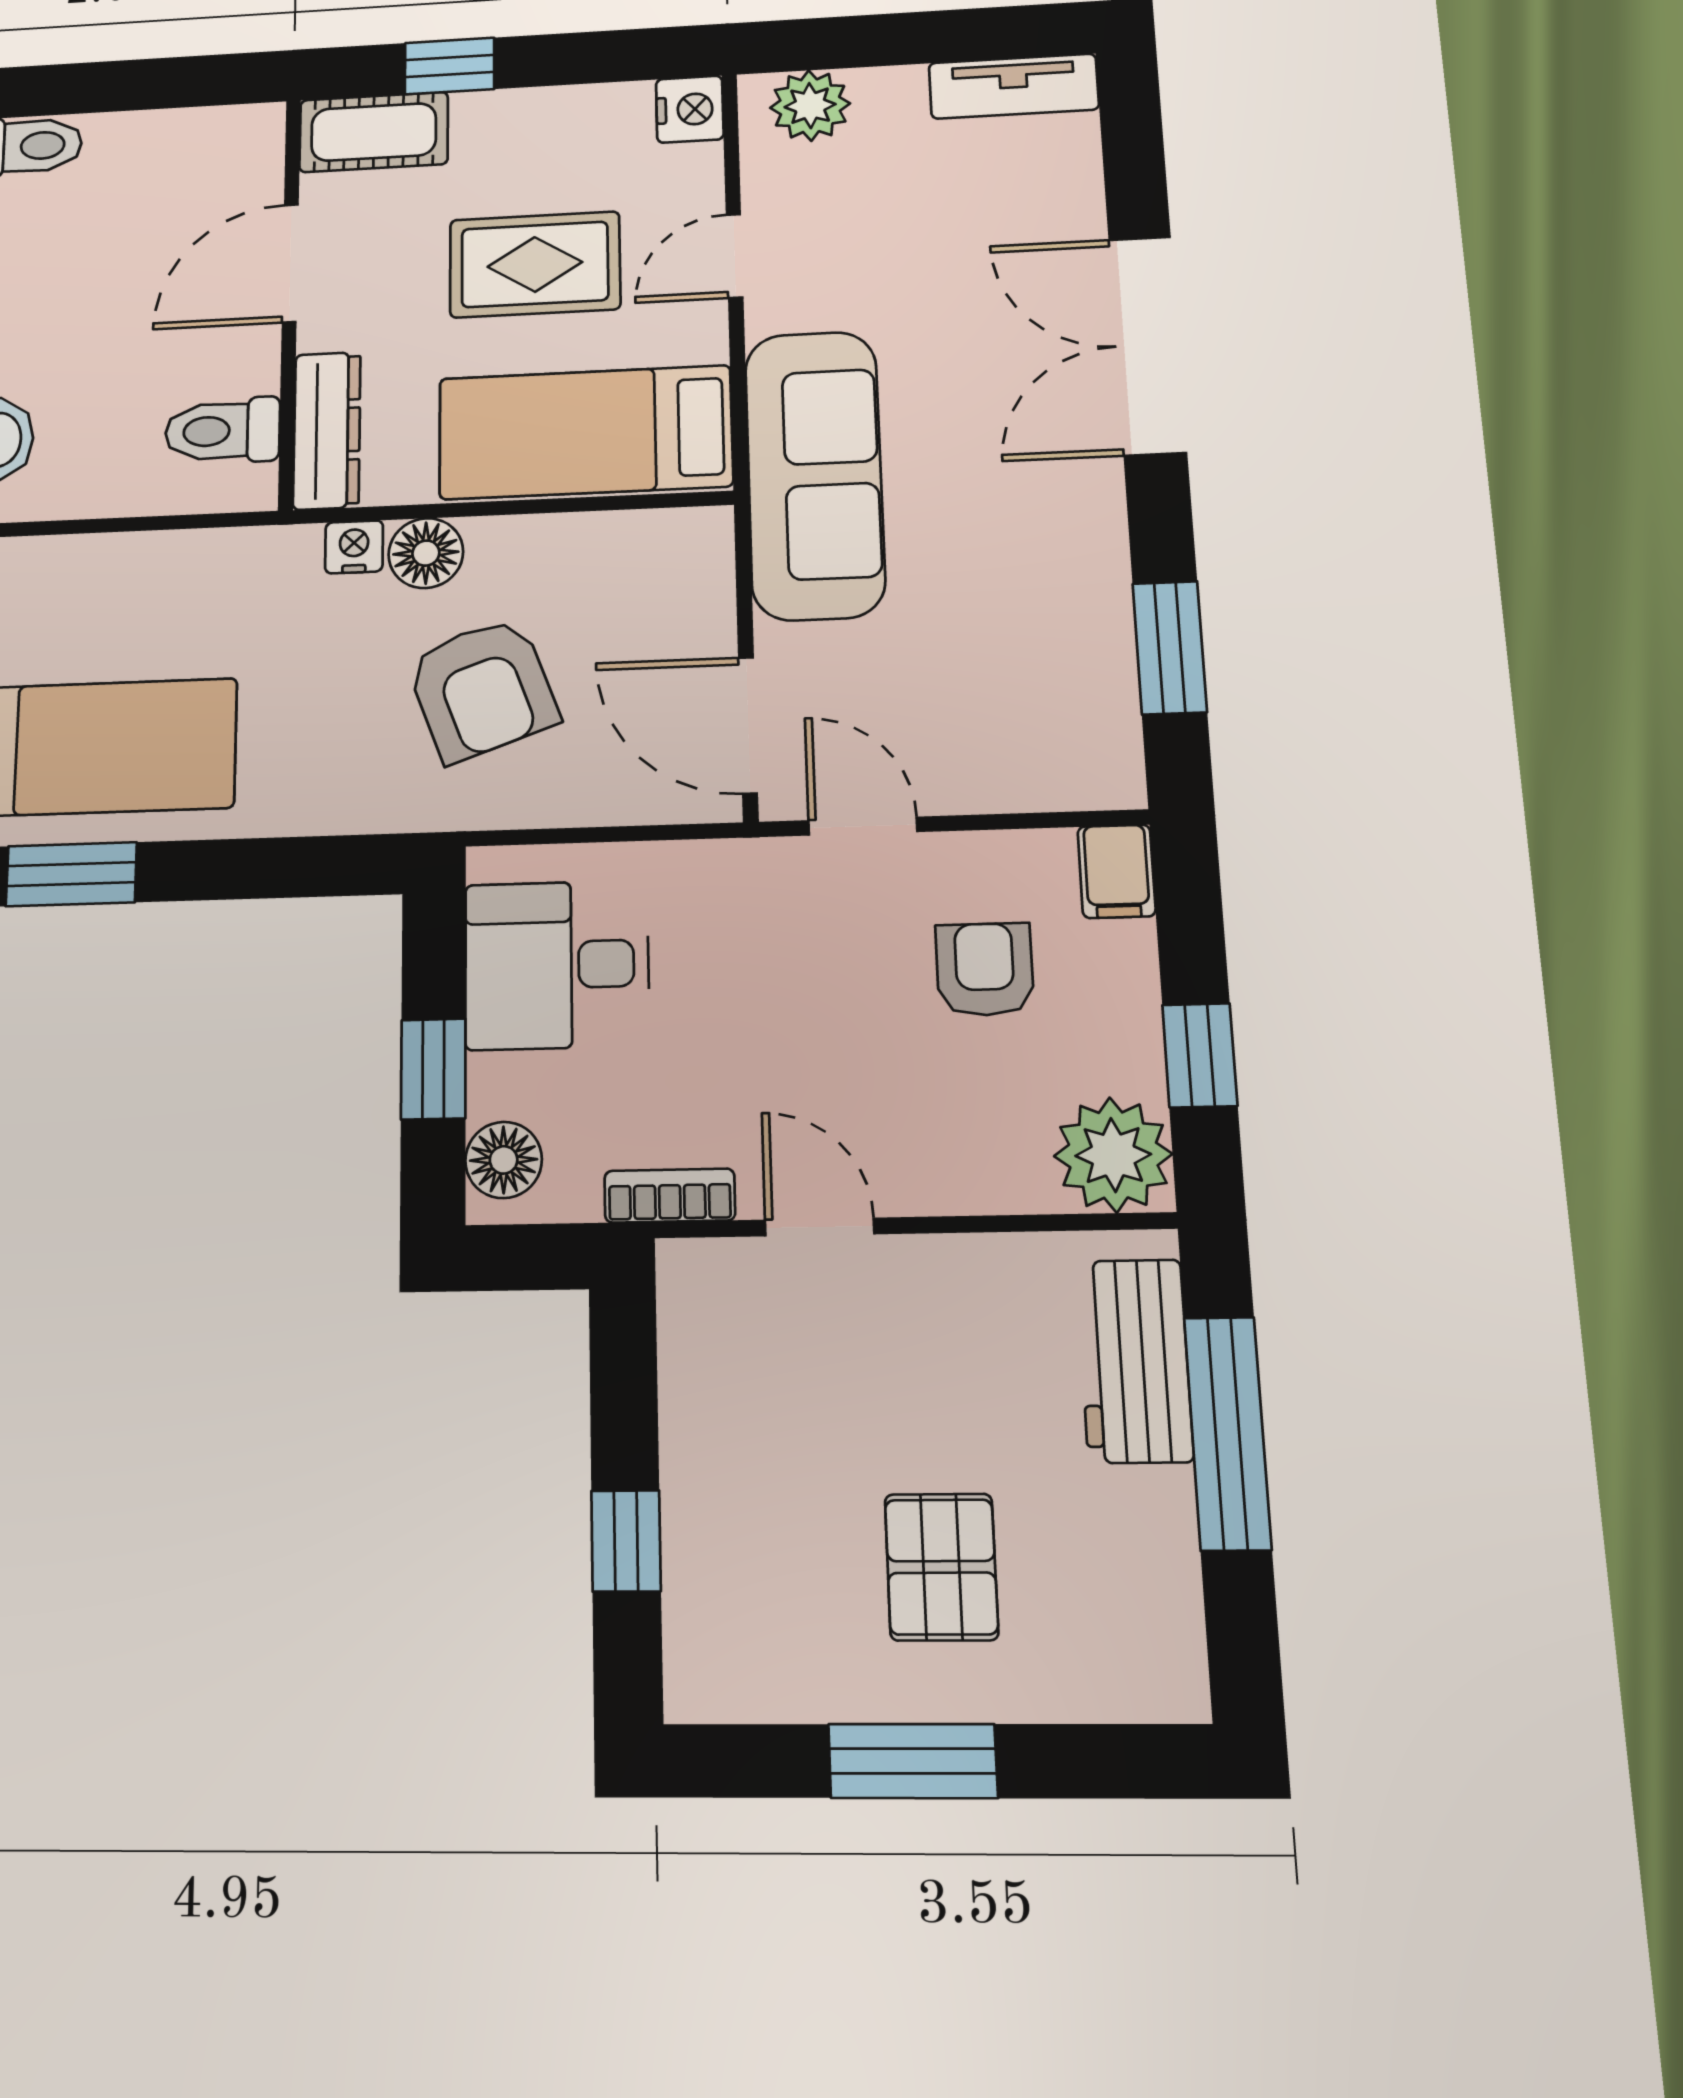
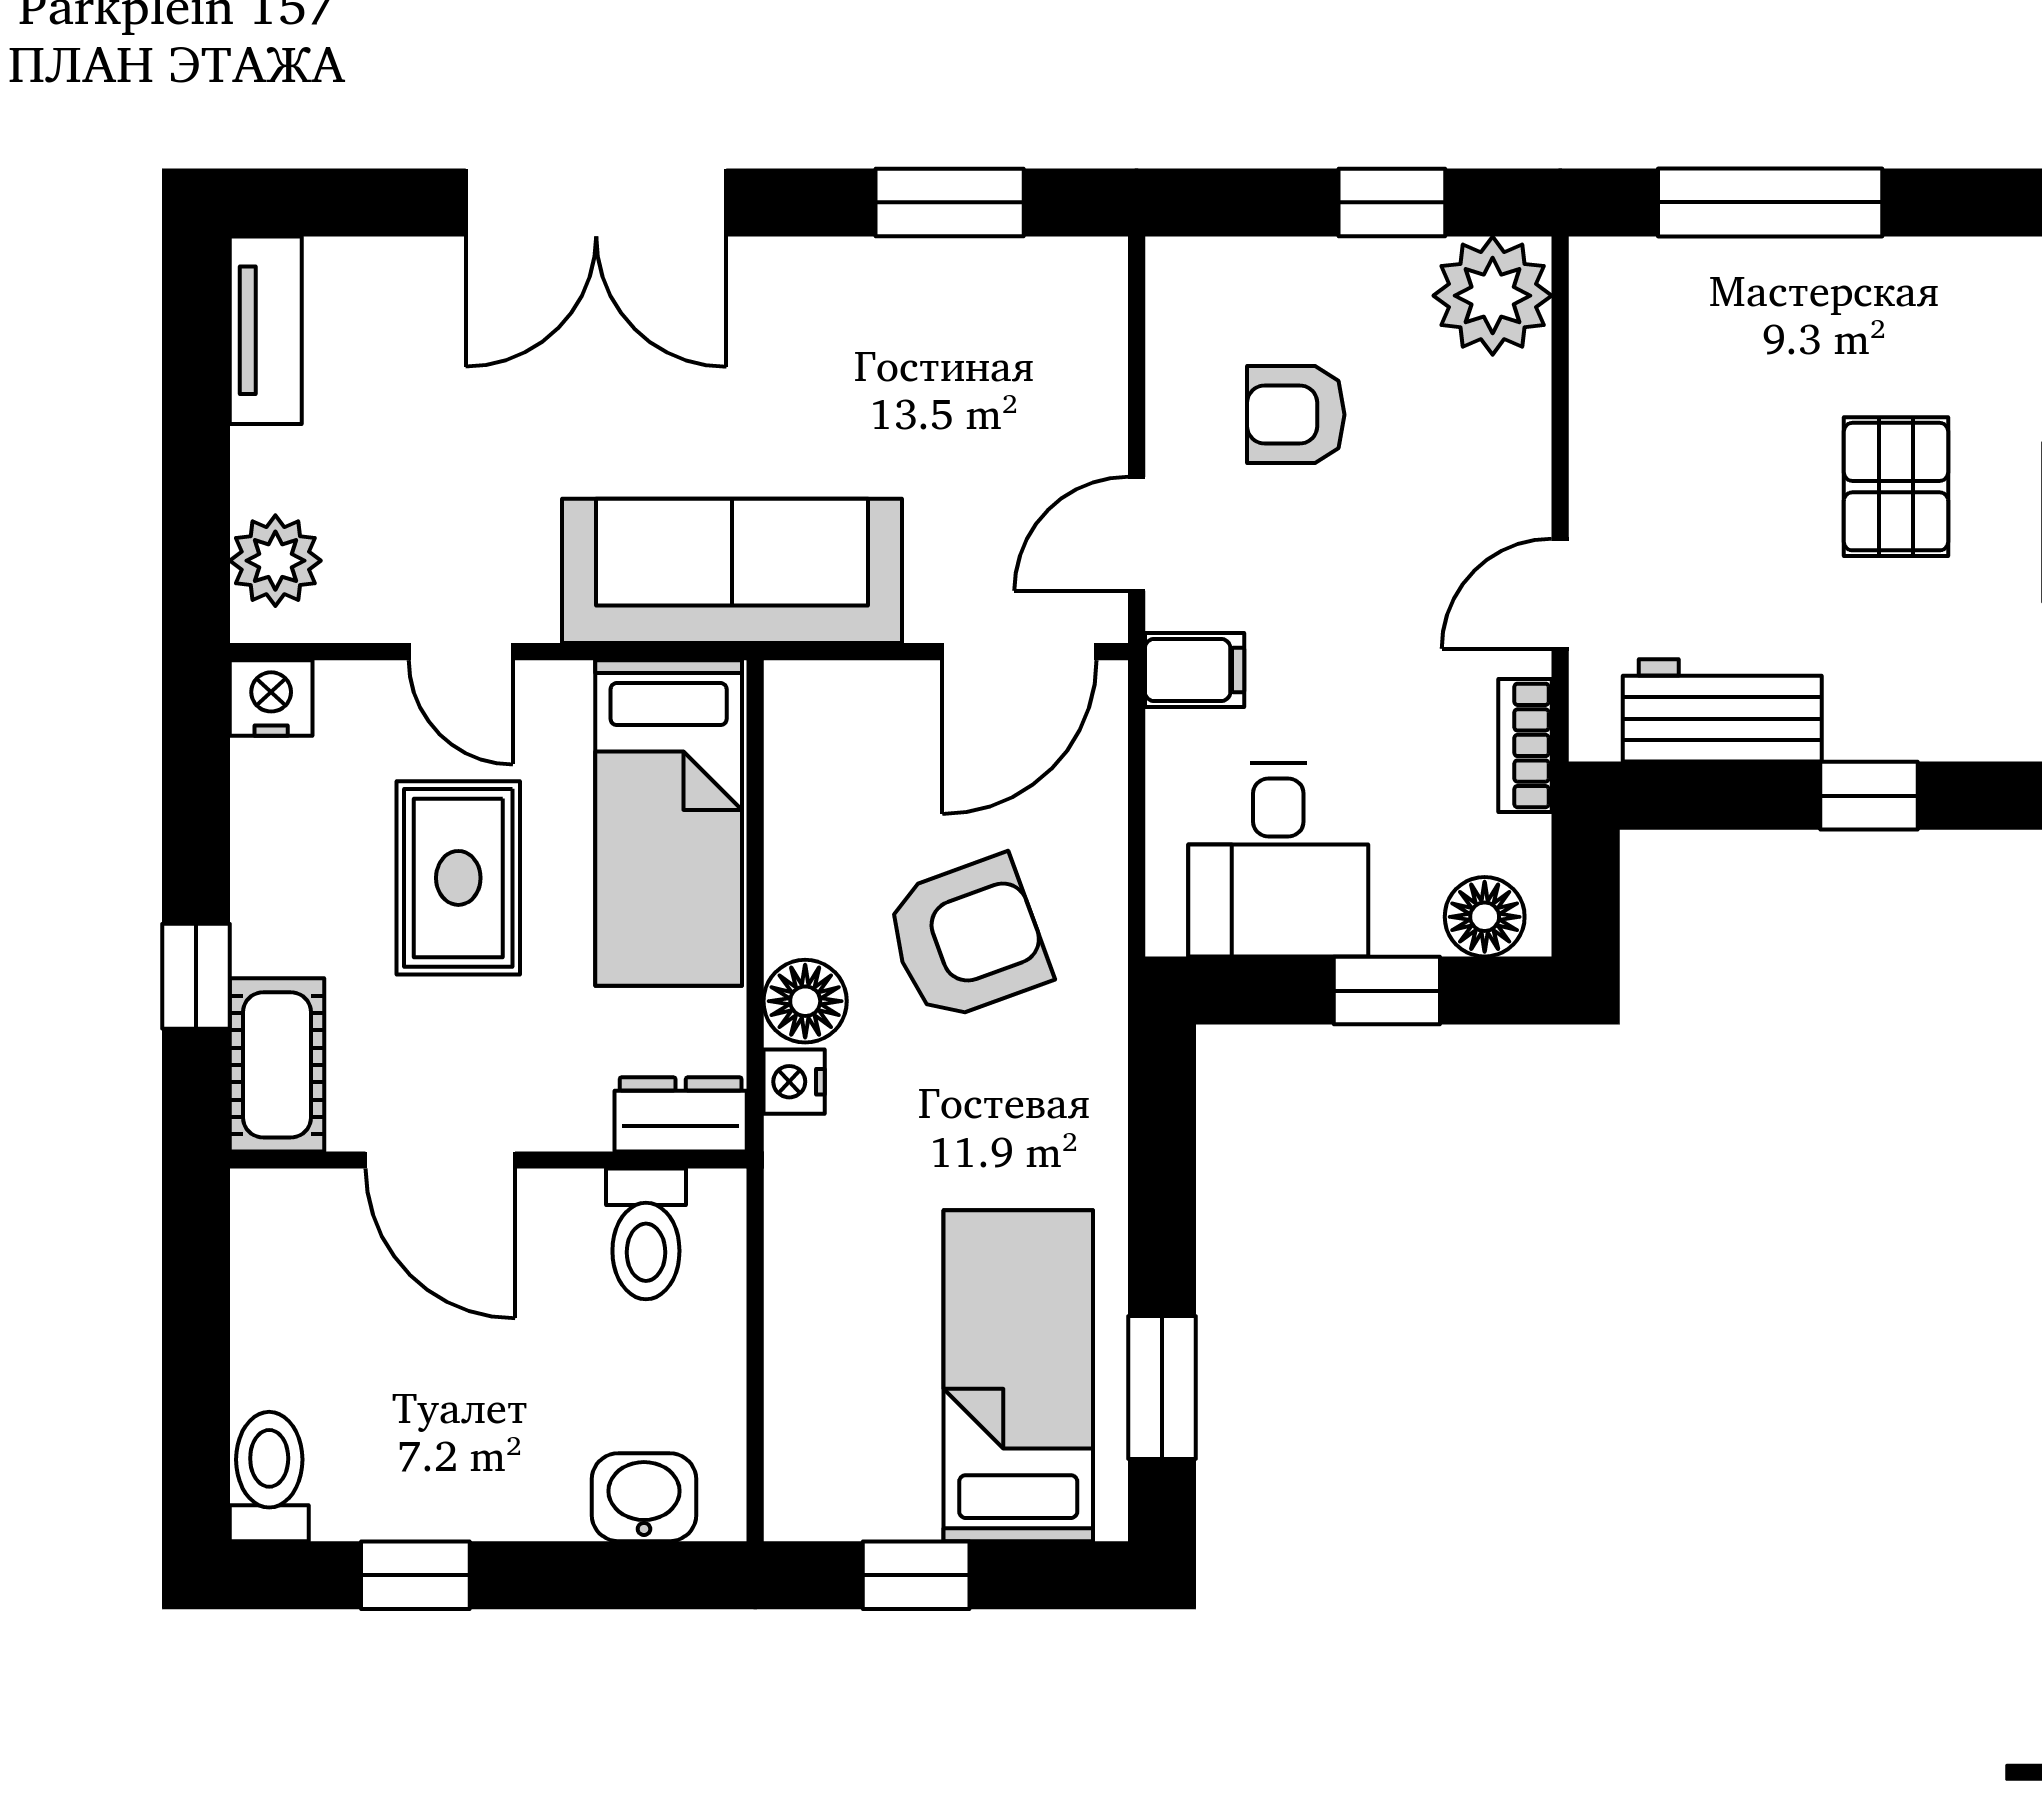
dresser: (327, 430) -> (681, 1114), width x0.70
filing cabinet: (1117, 871) -> (1195, 670), moved
workbench: (1134, 1361) -> (1722, 710), moved, turned 180
pallet: (941, 1567) -> (1896, 487), turned 90

